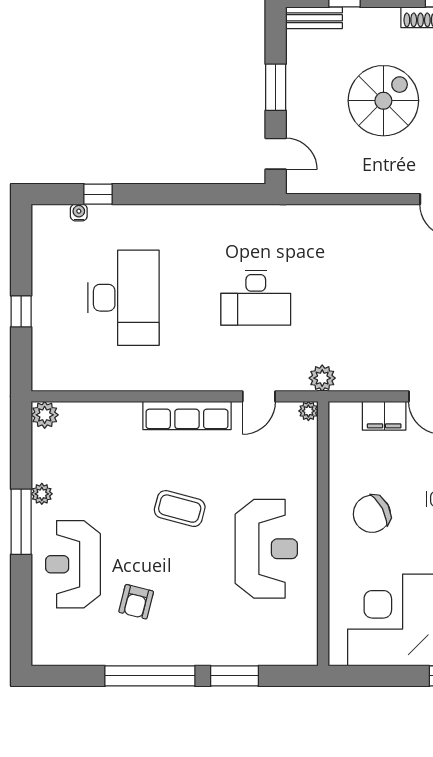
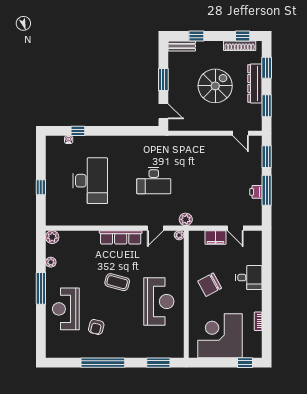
plant: (42, 494) -> (51, 262), moved
window: (234, 676) -> (158, 363), moved

